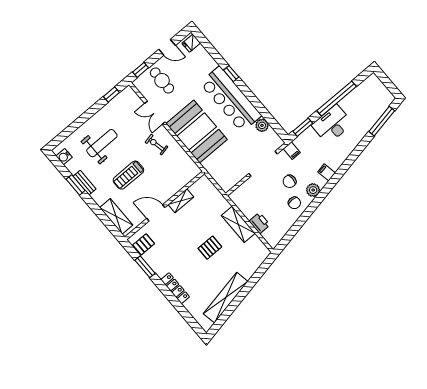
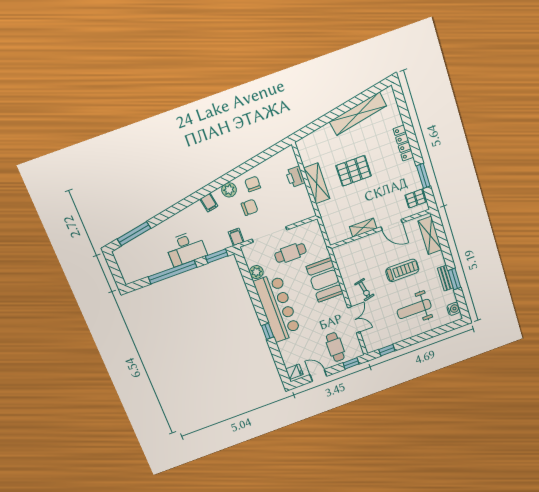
booth: (197, 132) -> (325, 280), width x0.73, depth x0.70
cafe table: (238, 154) -> (290, 253), added
pallet: (210, 248) -> (354, 171), width x1.50, depth x1.42

